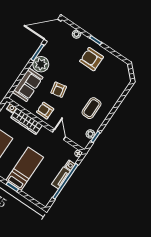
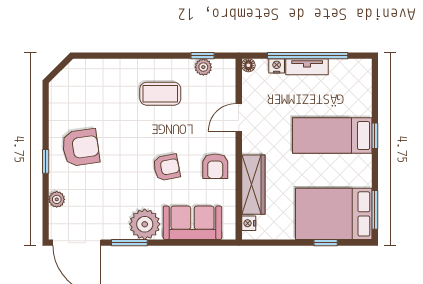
armchair: (92, 59) -> (81, 148), turned -98

